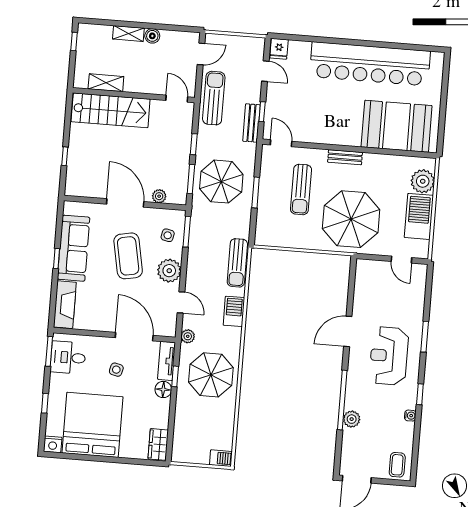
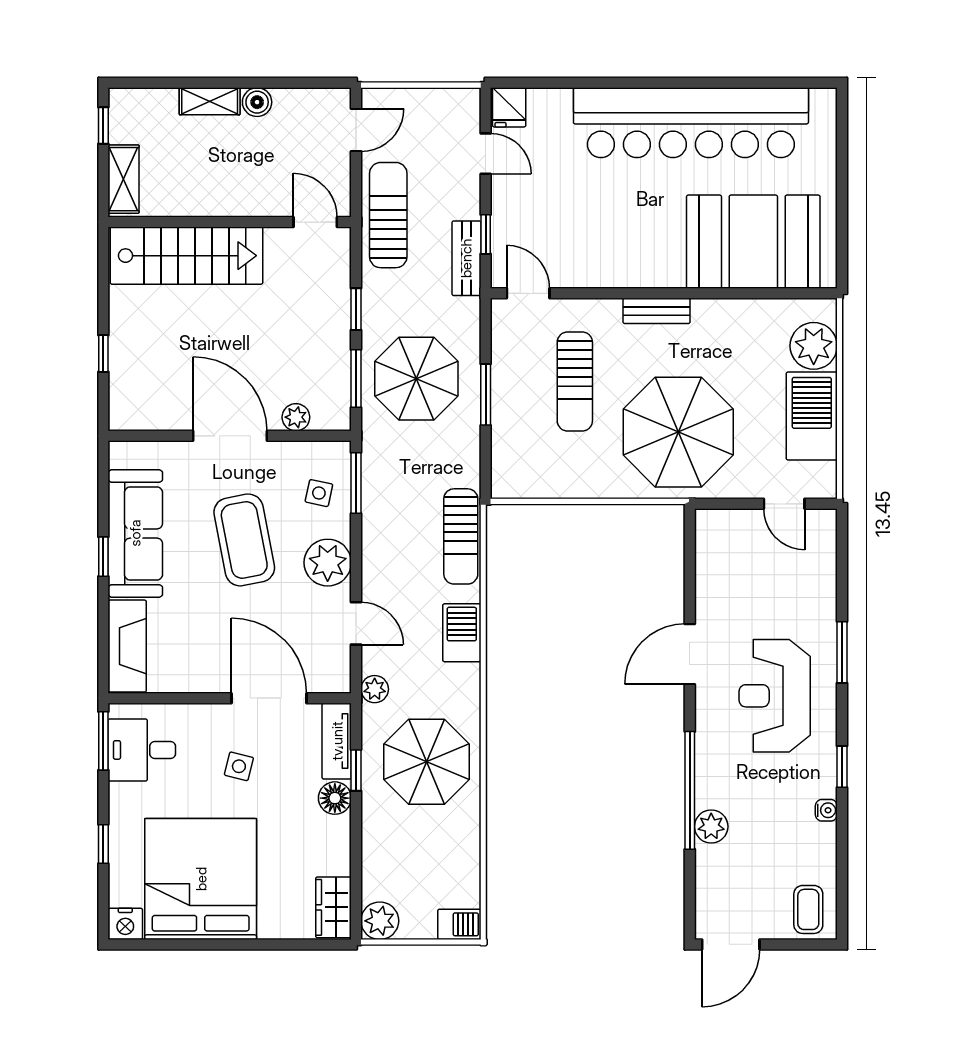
shelving: (106, 83) -> (124, 179), moved, turned 90
plant: (181, 453) -> (380, 921), added

